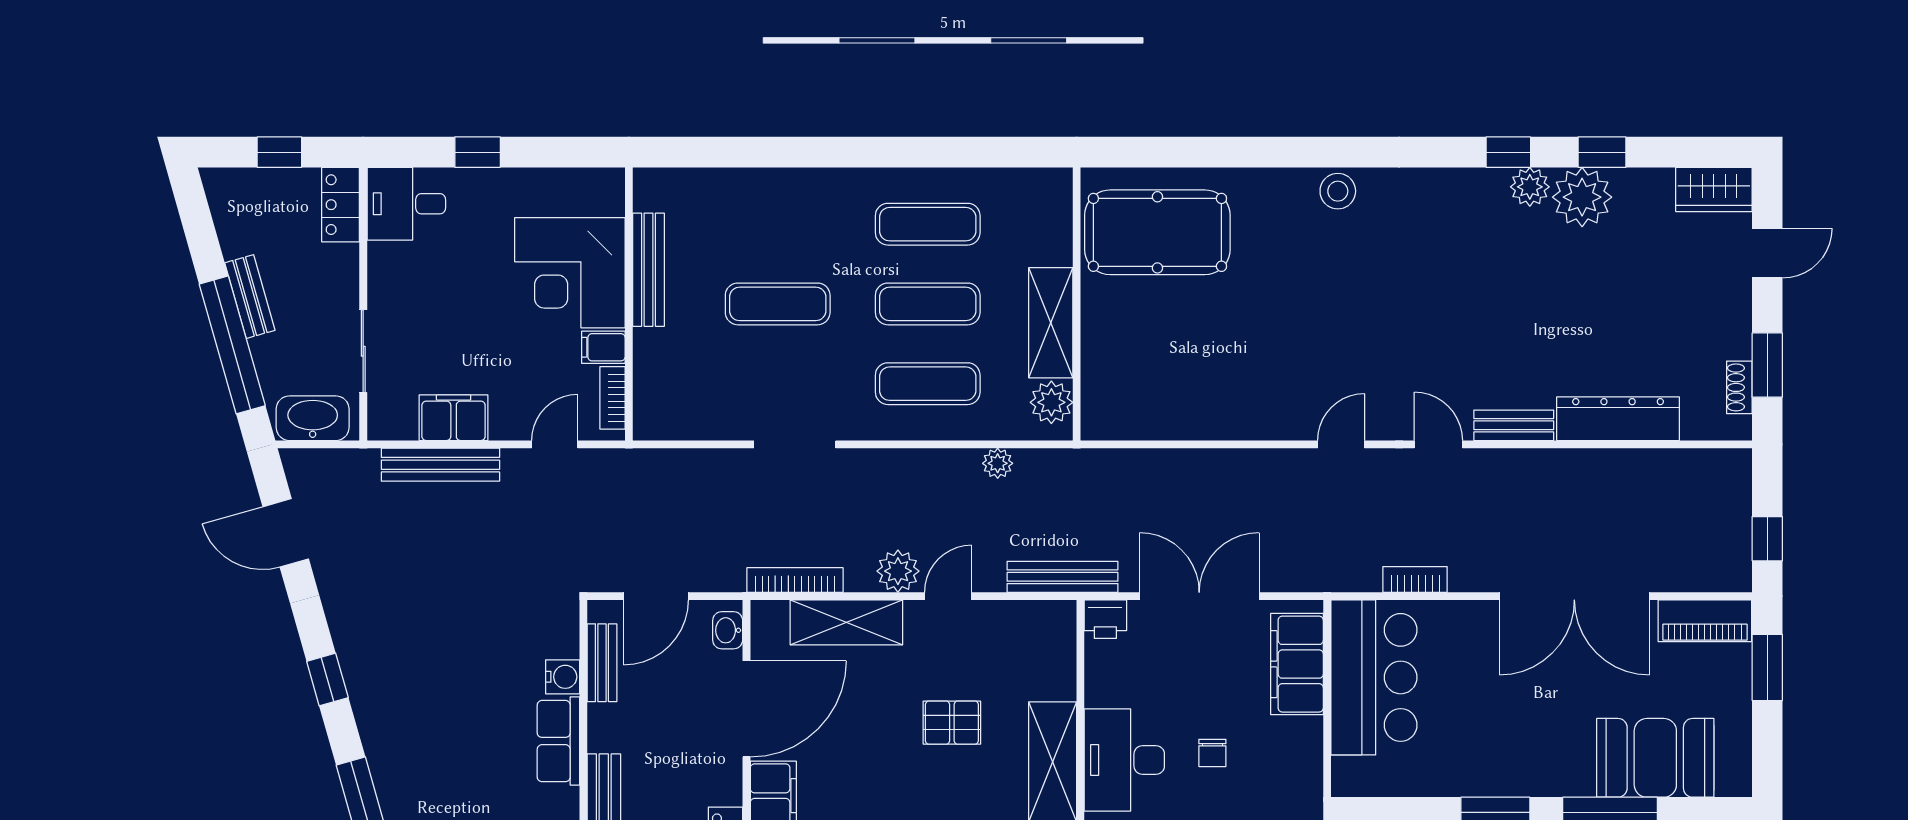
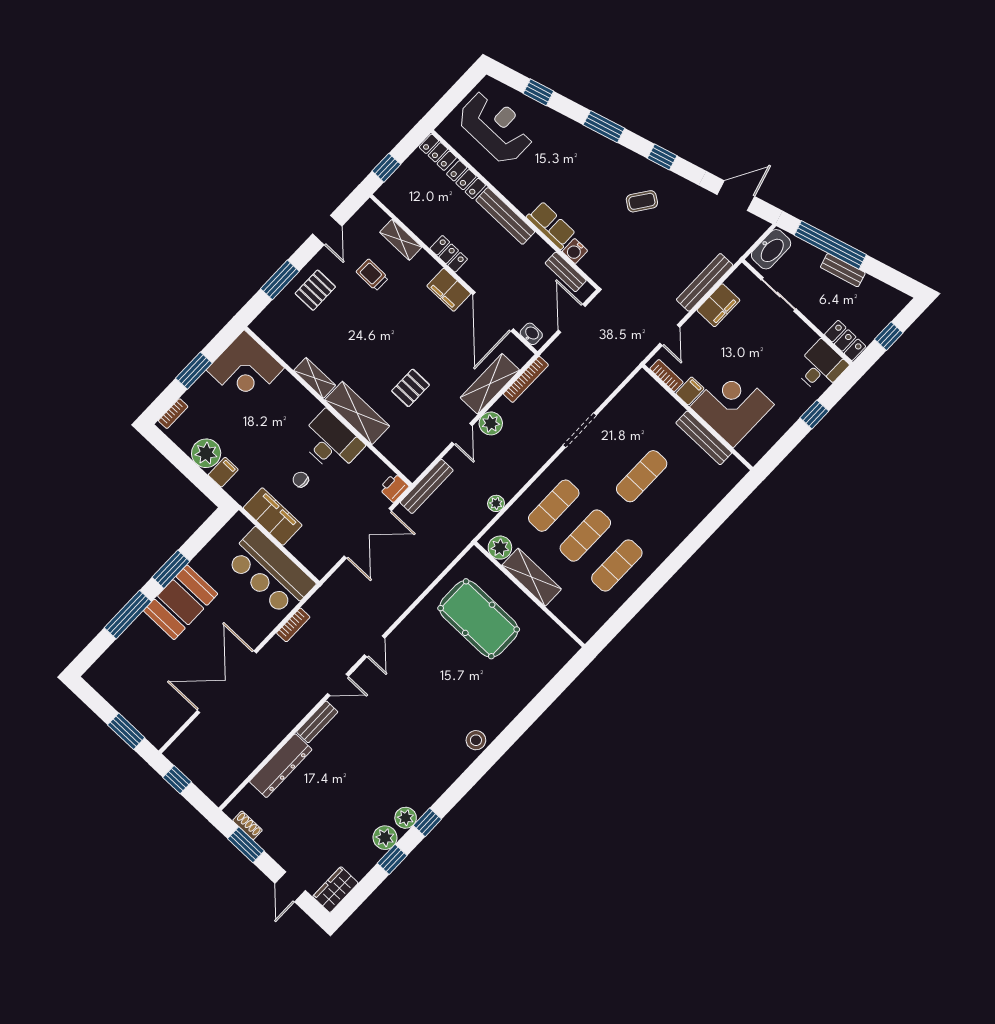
plant: (1582, 197) -> (385, 838), width x0.73, depth x0.73
pool table: (1157, 232) -> (479, 619), moved, turned 90
piano: (1705, 621) -> (168, 724), removed
coffee table: (412, 650) -> (642, 201), added
filing cabinet: (1297, 664) -> (273, 517), moved
booth: (1655, 758) -> (181, 602), moved

